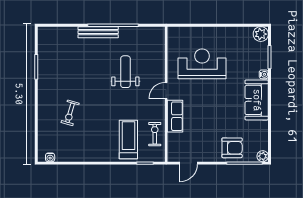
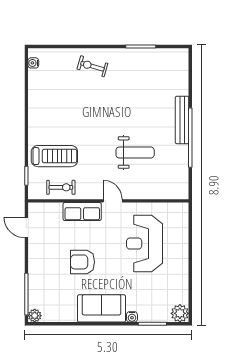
reception desk: (202, 64) -> (144, 244), turned 180
exercise bike: (70, 113) -> (92, 66), moved
armchair: (232, 148) -> (82, 262), moved, turned 90

